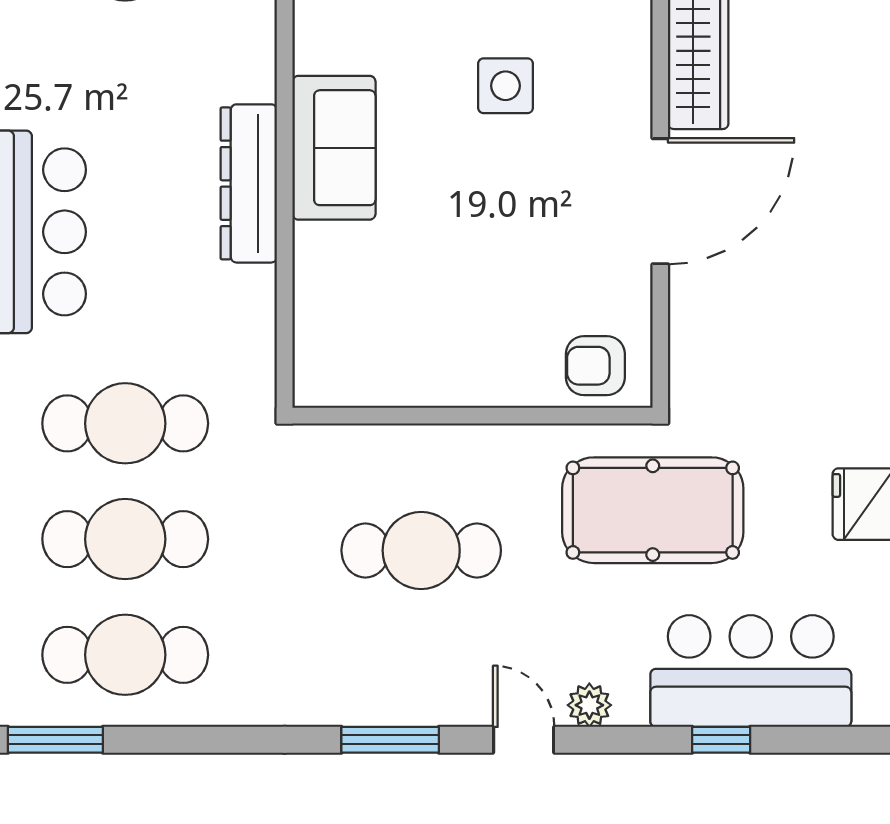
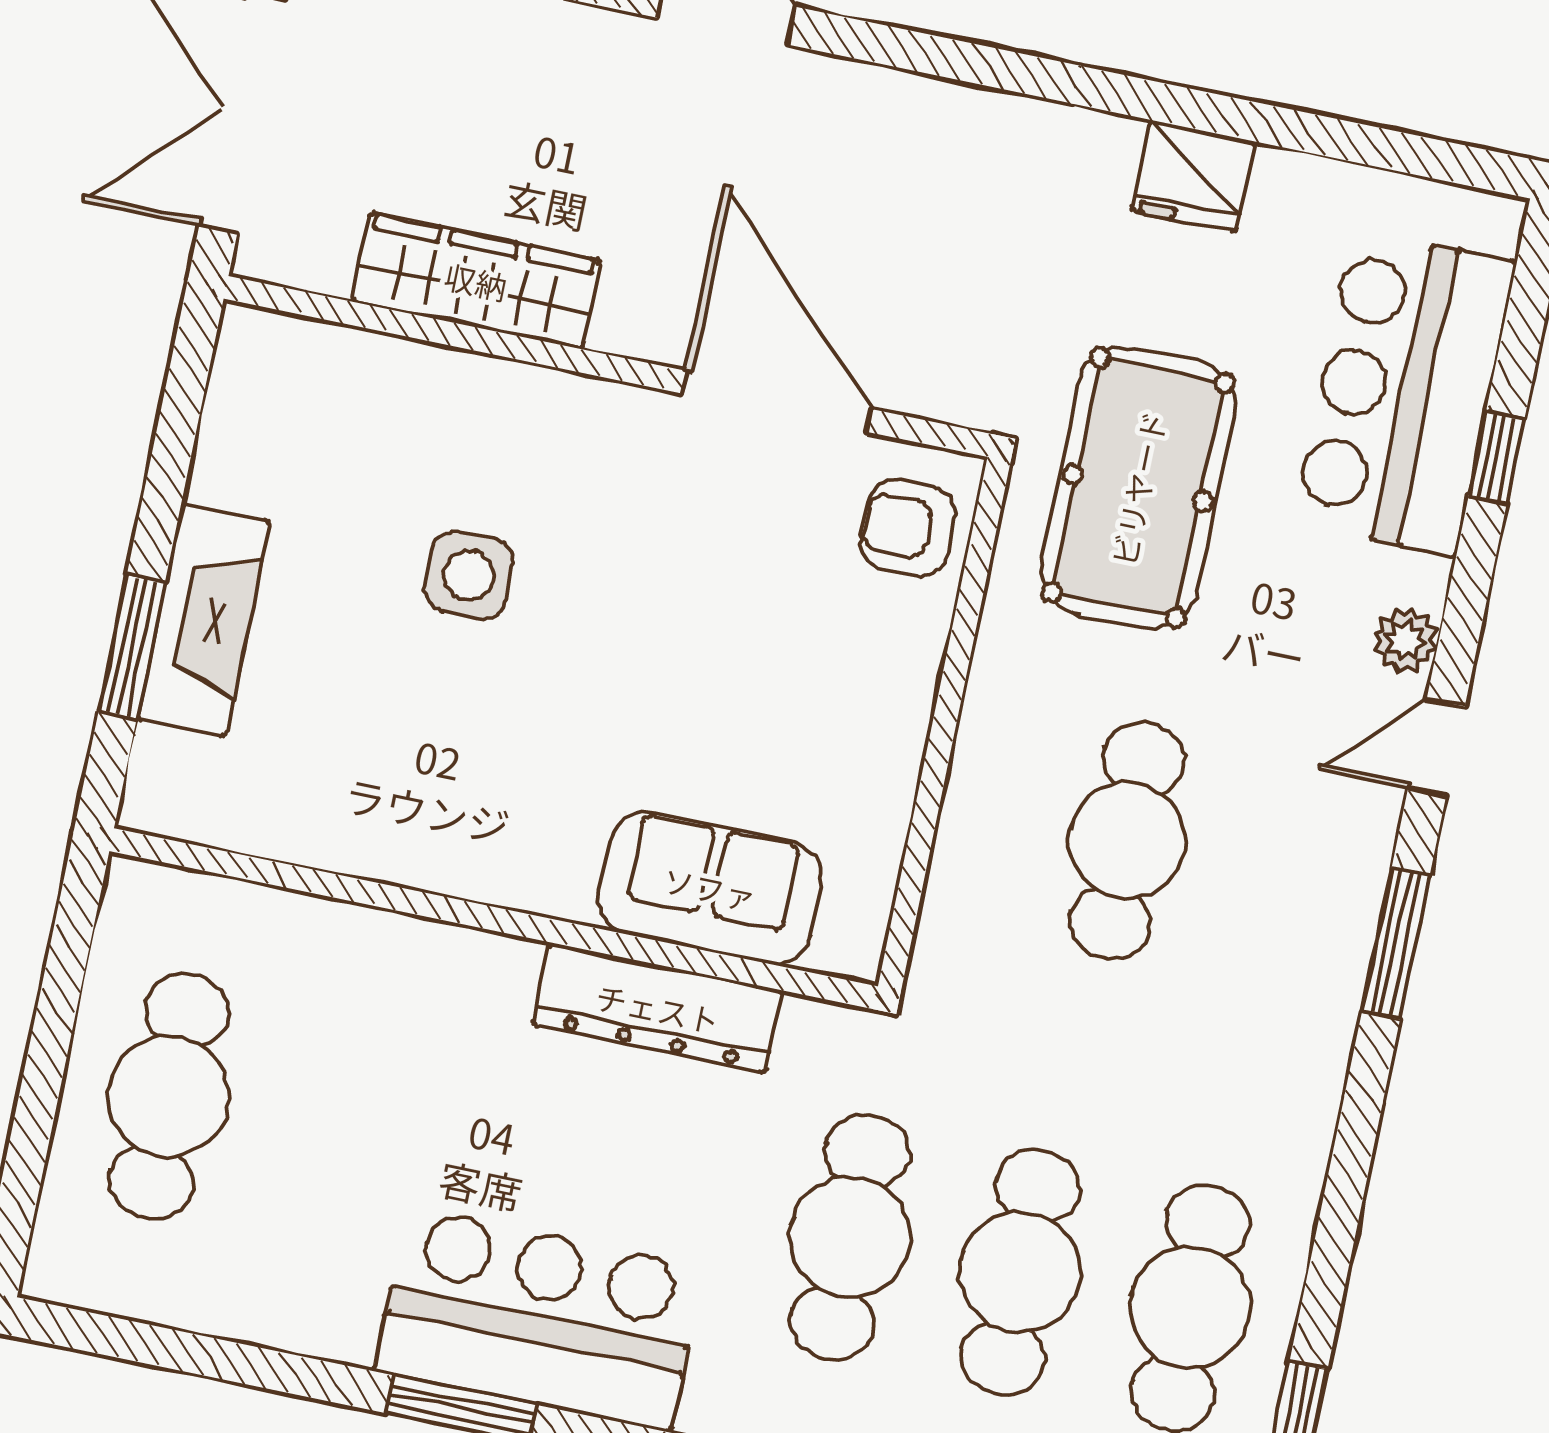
sofa: (334, 148) -> (710, 888), moved
dresser: (249, 183) -> (658, 1008), moved
door: (660, 201) -> (777, 401), moved
armchair: (595, 366) -> (908, 528), turned 90

